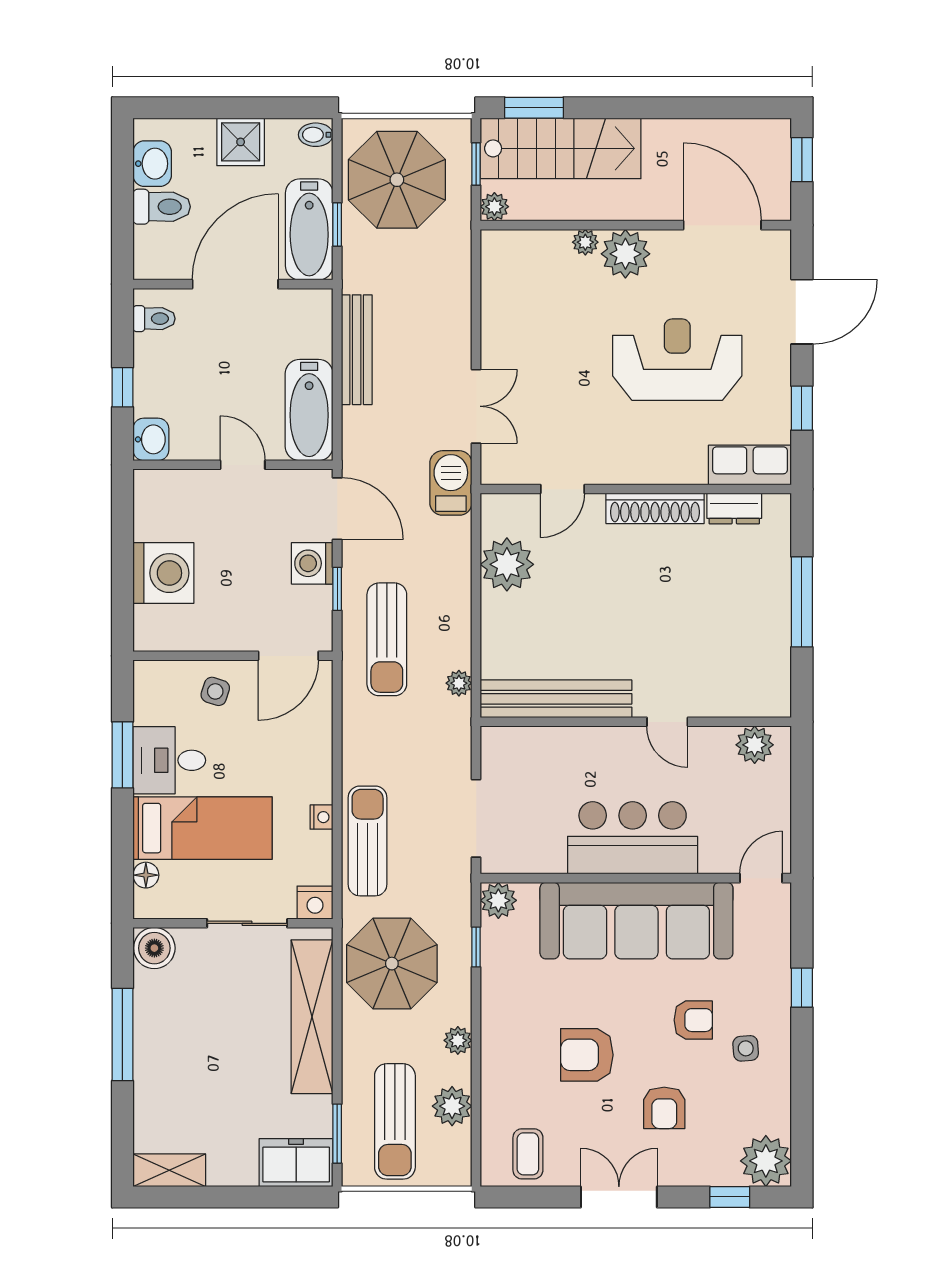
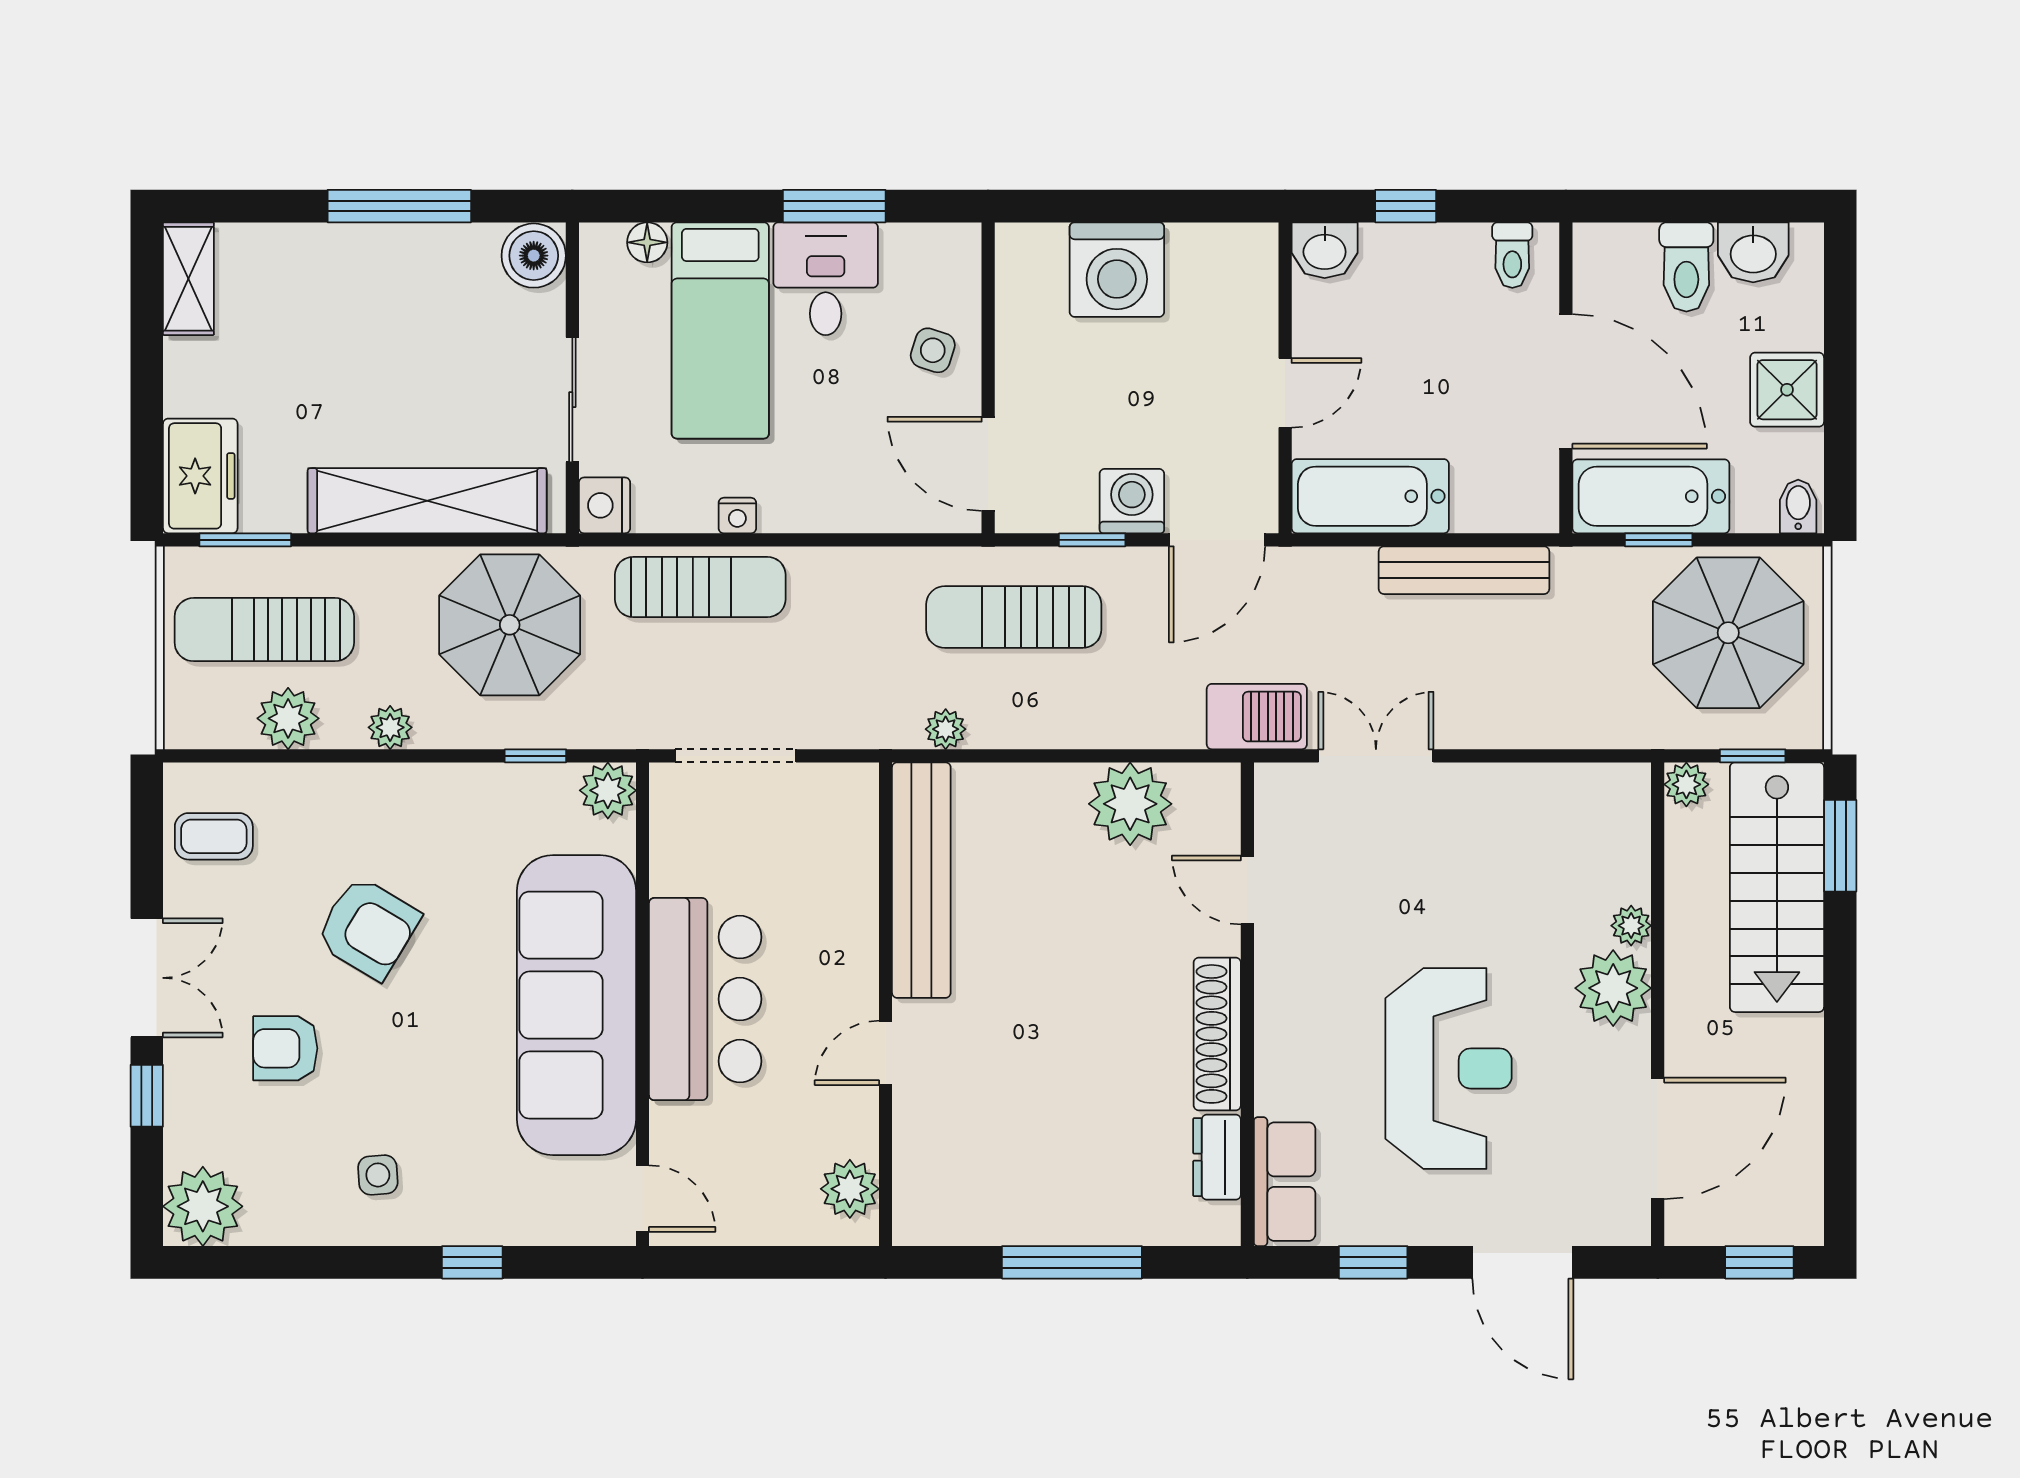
double door: (476, 406) -> (1376, 756), swing flipped
armchair: (693, 1020) -> (422, 1093), removed
armchair: (587, 1055) -> (368, 928), turned 121
window: (730, 1197) -> (147, 1096), moved

